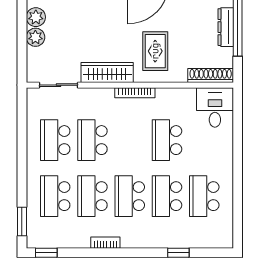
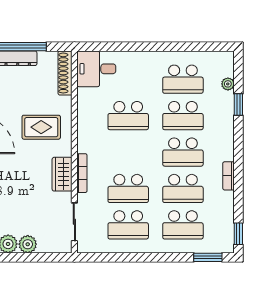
wardrobe: (107, 72) -> (62, 174), width x0.67
bookcase: (135, 93) -> (82, 173), moved
plant: (199, 242) -> (228, 84), added

